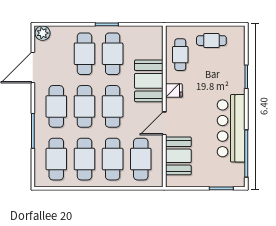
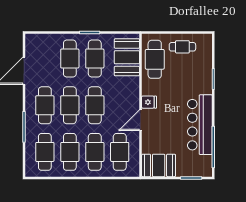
plant: (43, 33) -> (33, 40), removed
cafe table: (180, 55) -> (155, 59), width x1.37, depth x1.35
booth: (149, 81) -> (127, 57), moved
fridge: (174, 90) -> (149, 102), moved
booth: (178, 156) -> (159, 165), moved, turned 90

